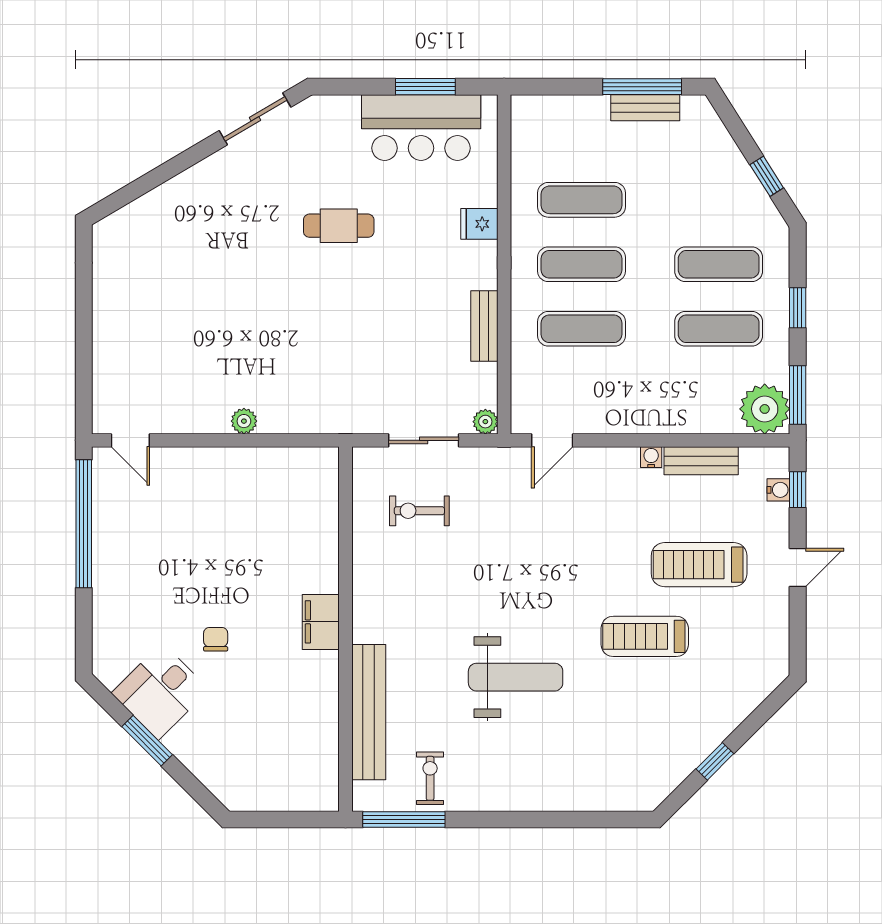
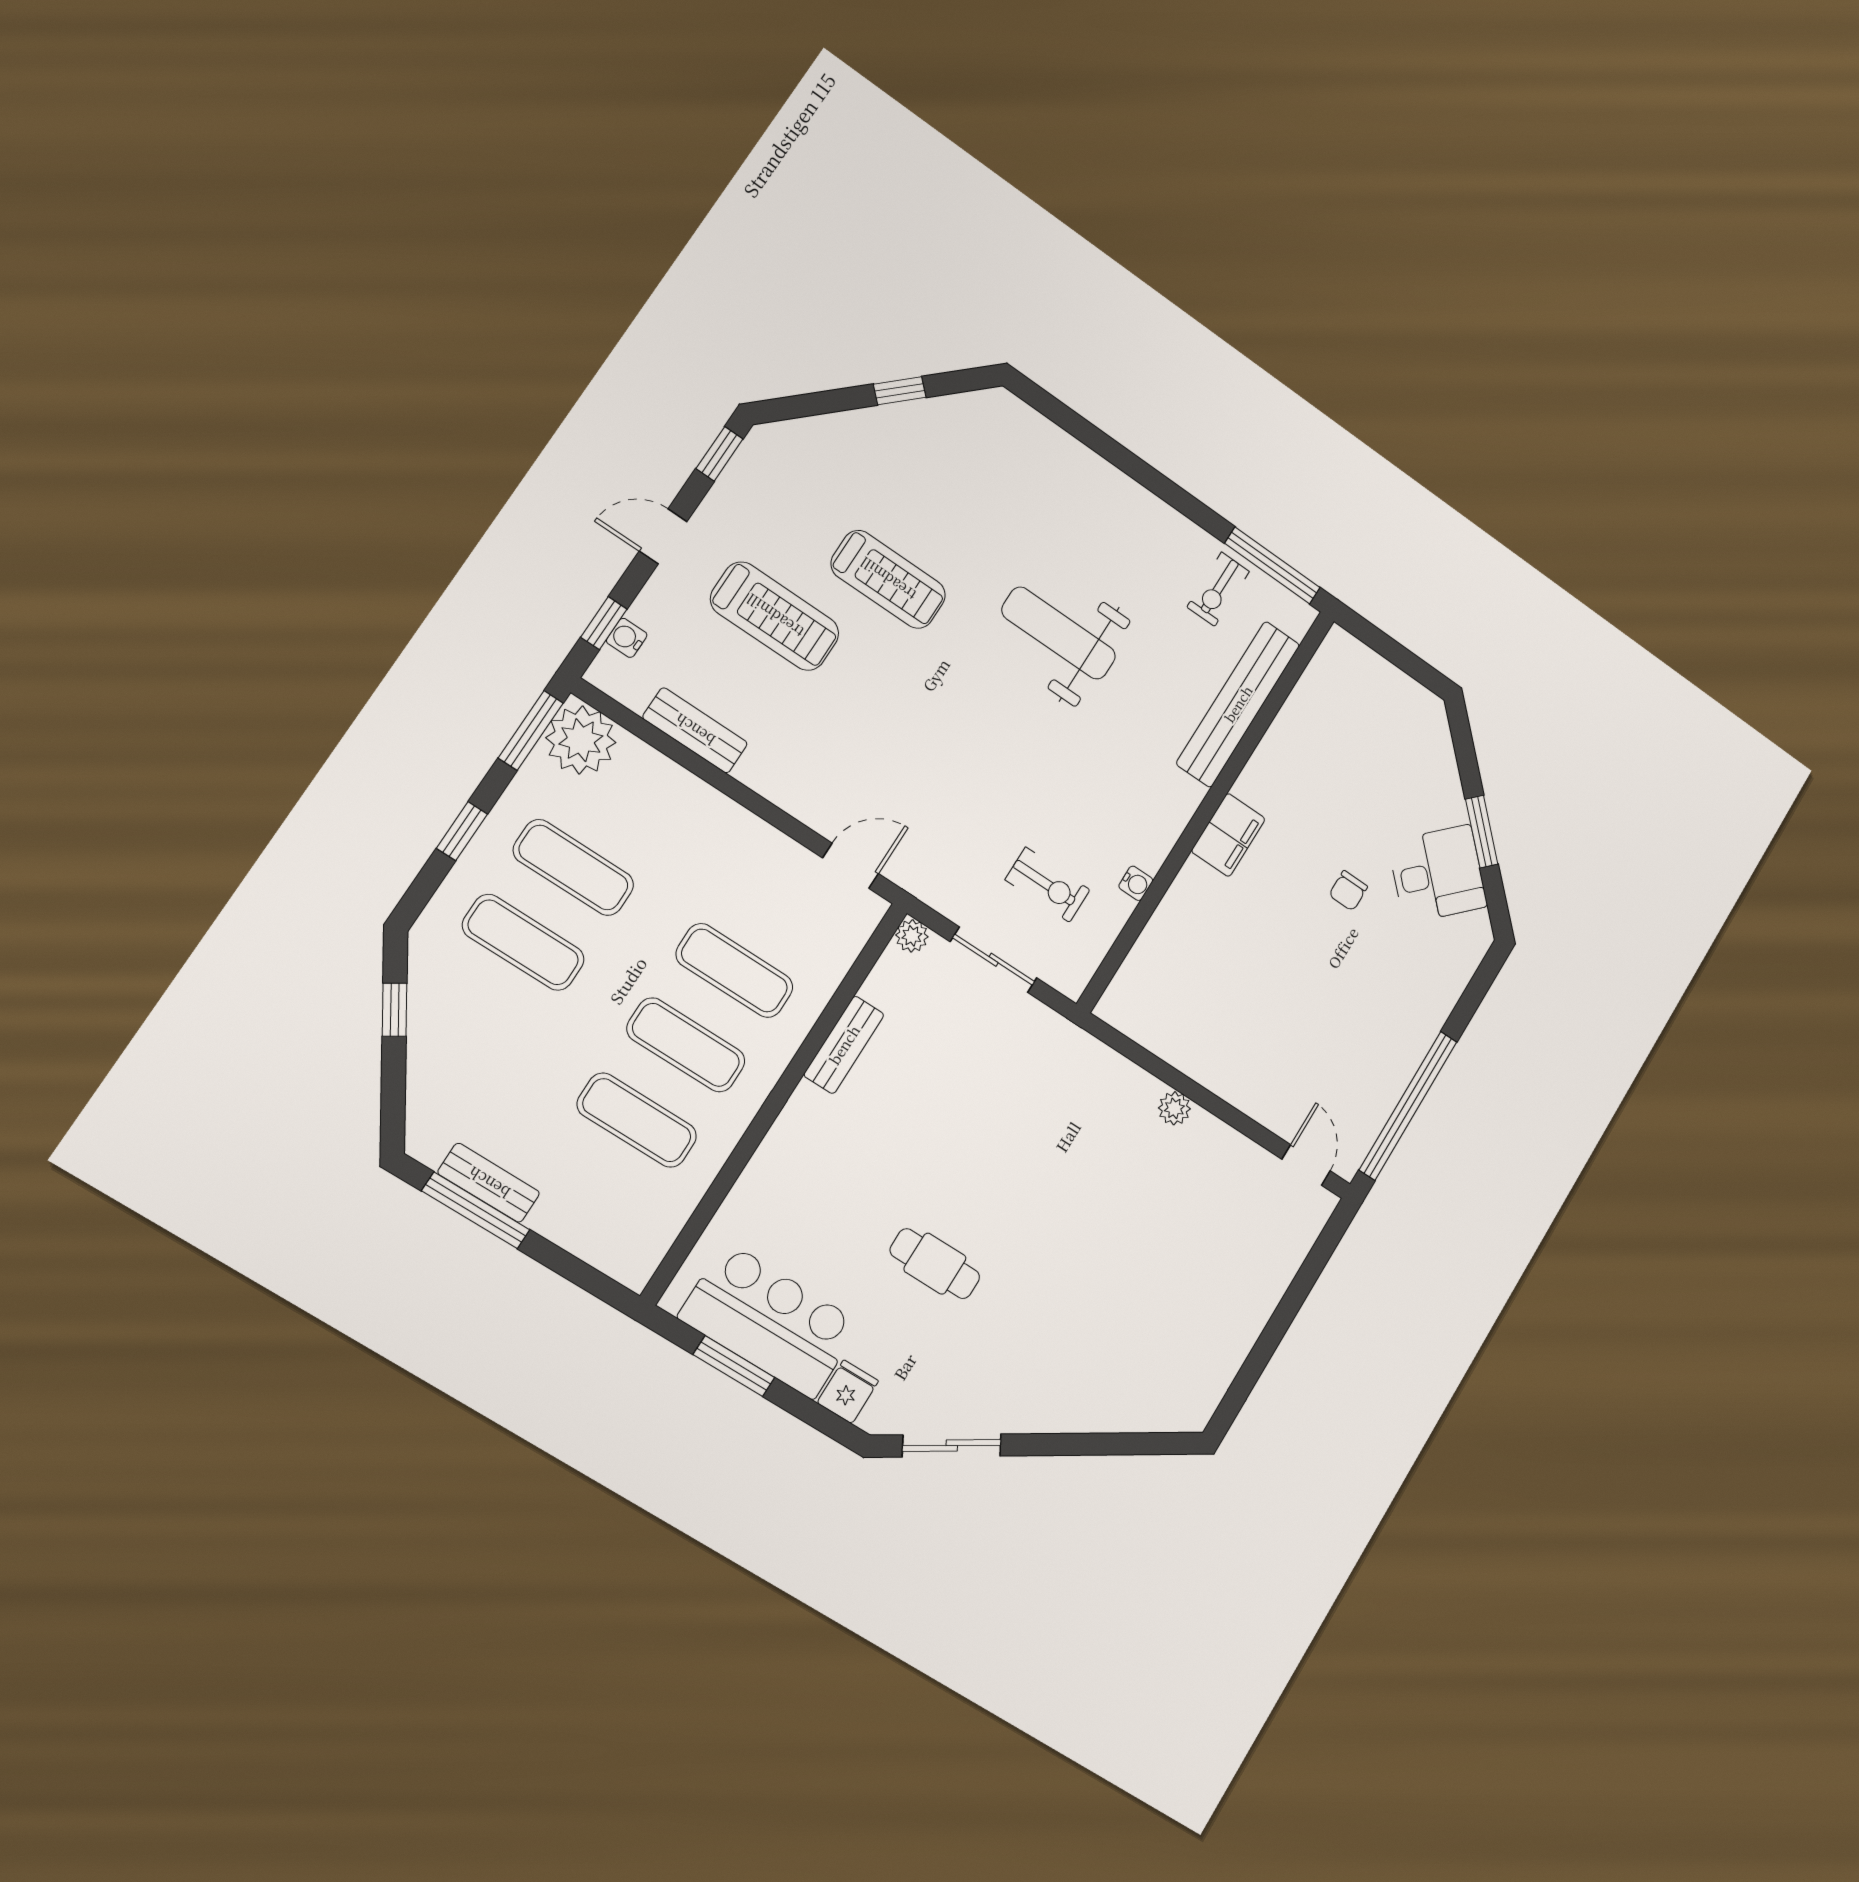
fridge: (479, 224) -> (848, 1392), moved, turned -90
water cooler: (651, 457) -> (1136, 883), moved, turned -90
window: (798, 642) -> (719, 454), added

